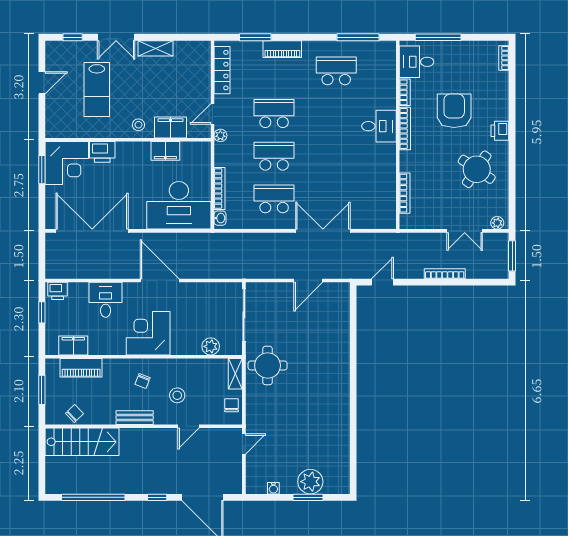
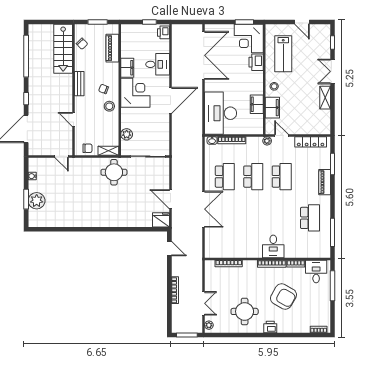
lab bench: (97, 90) -> (283, 54), moved, turned -90
armchair: (454, 111) -> (283, 296), turned 30
round table: (477, 169) -> (245, 311), turned -34
double door: (465, 231) -> (204, 303), swing flipped
fridge: (339, 295) -> (161, 220), added
filing cabinet: (73, 345) -> (127, 68), moved
stool: (177, 395) -> (109, 106), moved

